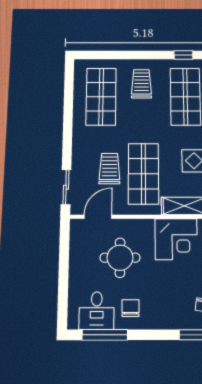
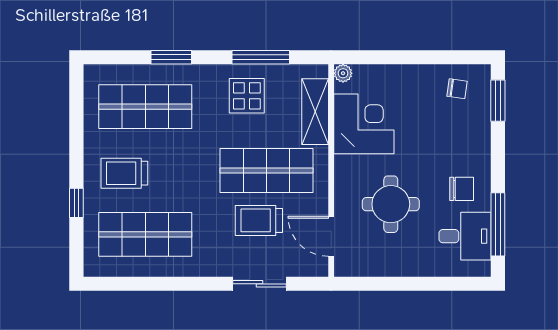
window: (183, 55) -> (76, 203), moved
sliding door: (66, 187) -> (259, 284), moved
chair: (131, 308) -> (462, 189), turned 180

